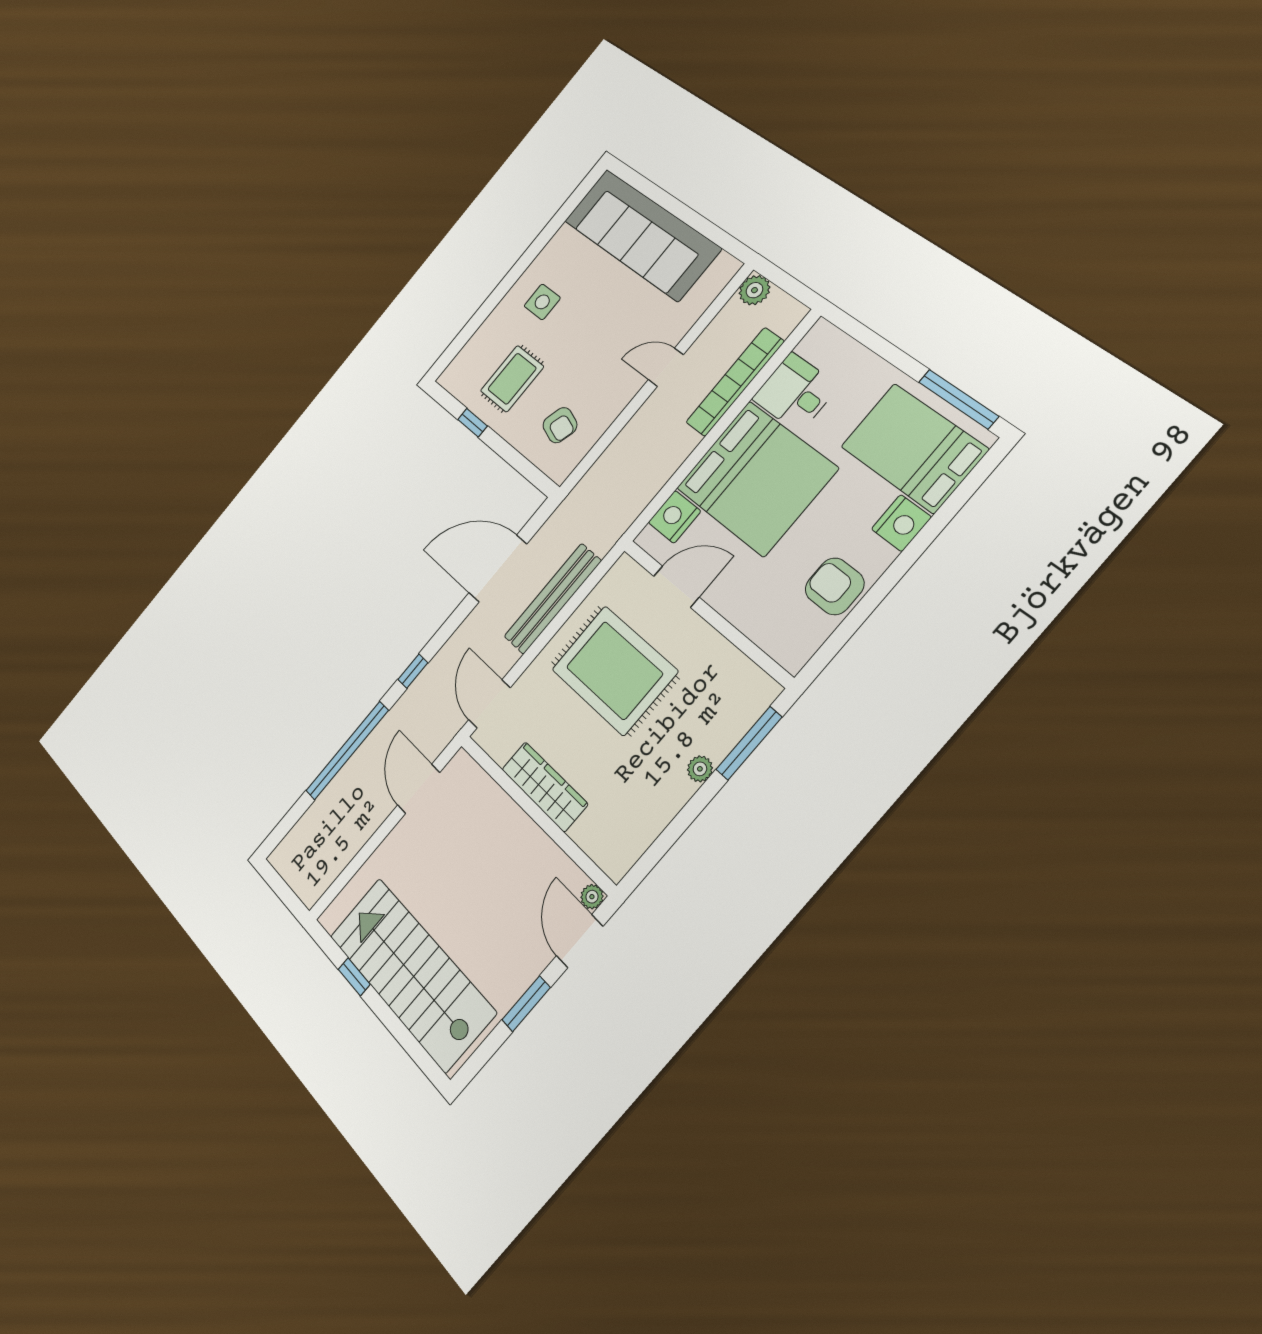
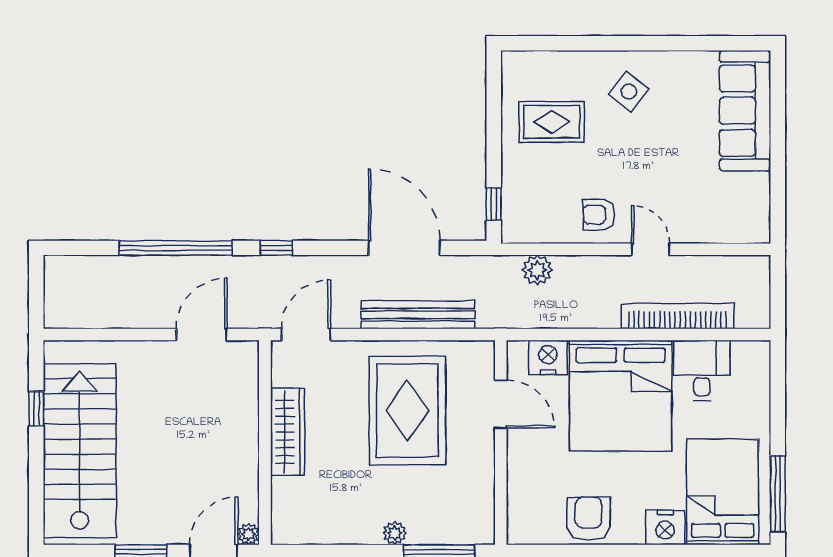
sofa: (641, 234) -> (745, 111), width x0.74, depth x0.79
plant: (754, 290) -> (537, 270), moved
side table: (542, 302) -> (629, 92), turned 38
window: (472, 423) -> (494, 204), moved
armchair: (560, 425) -> (599, 215), moved, turned 72

